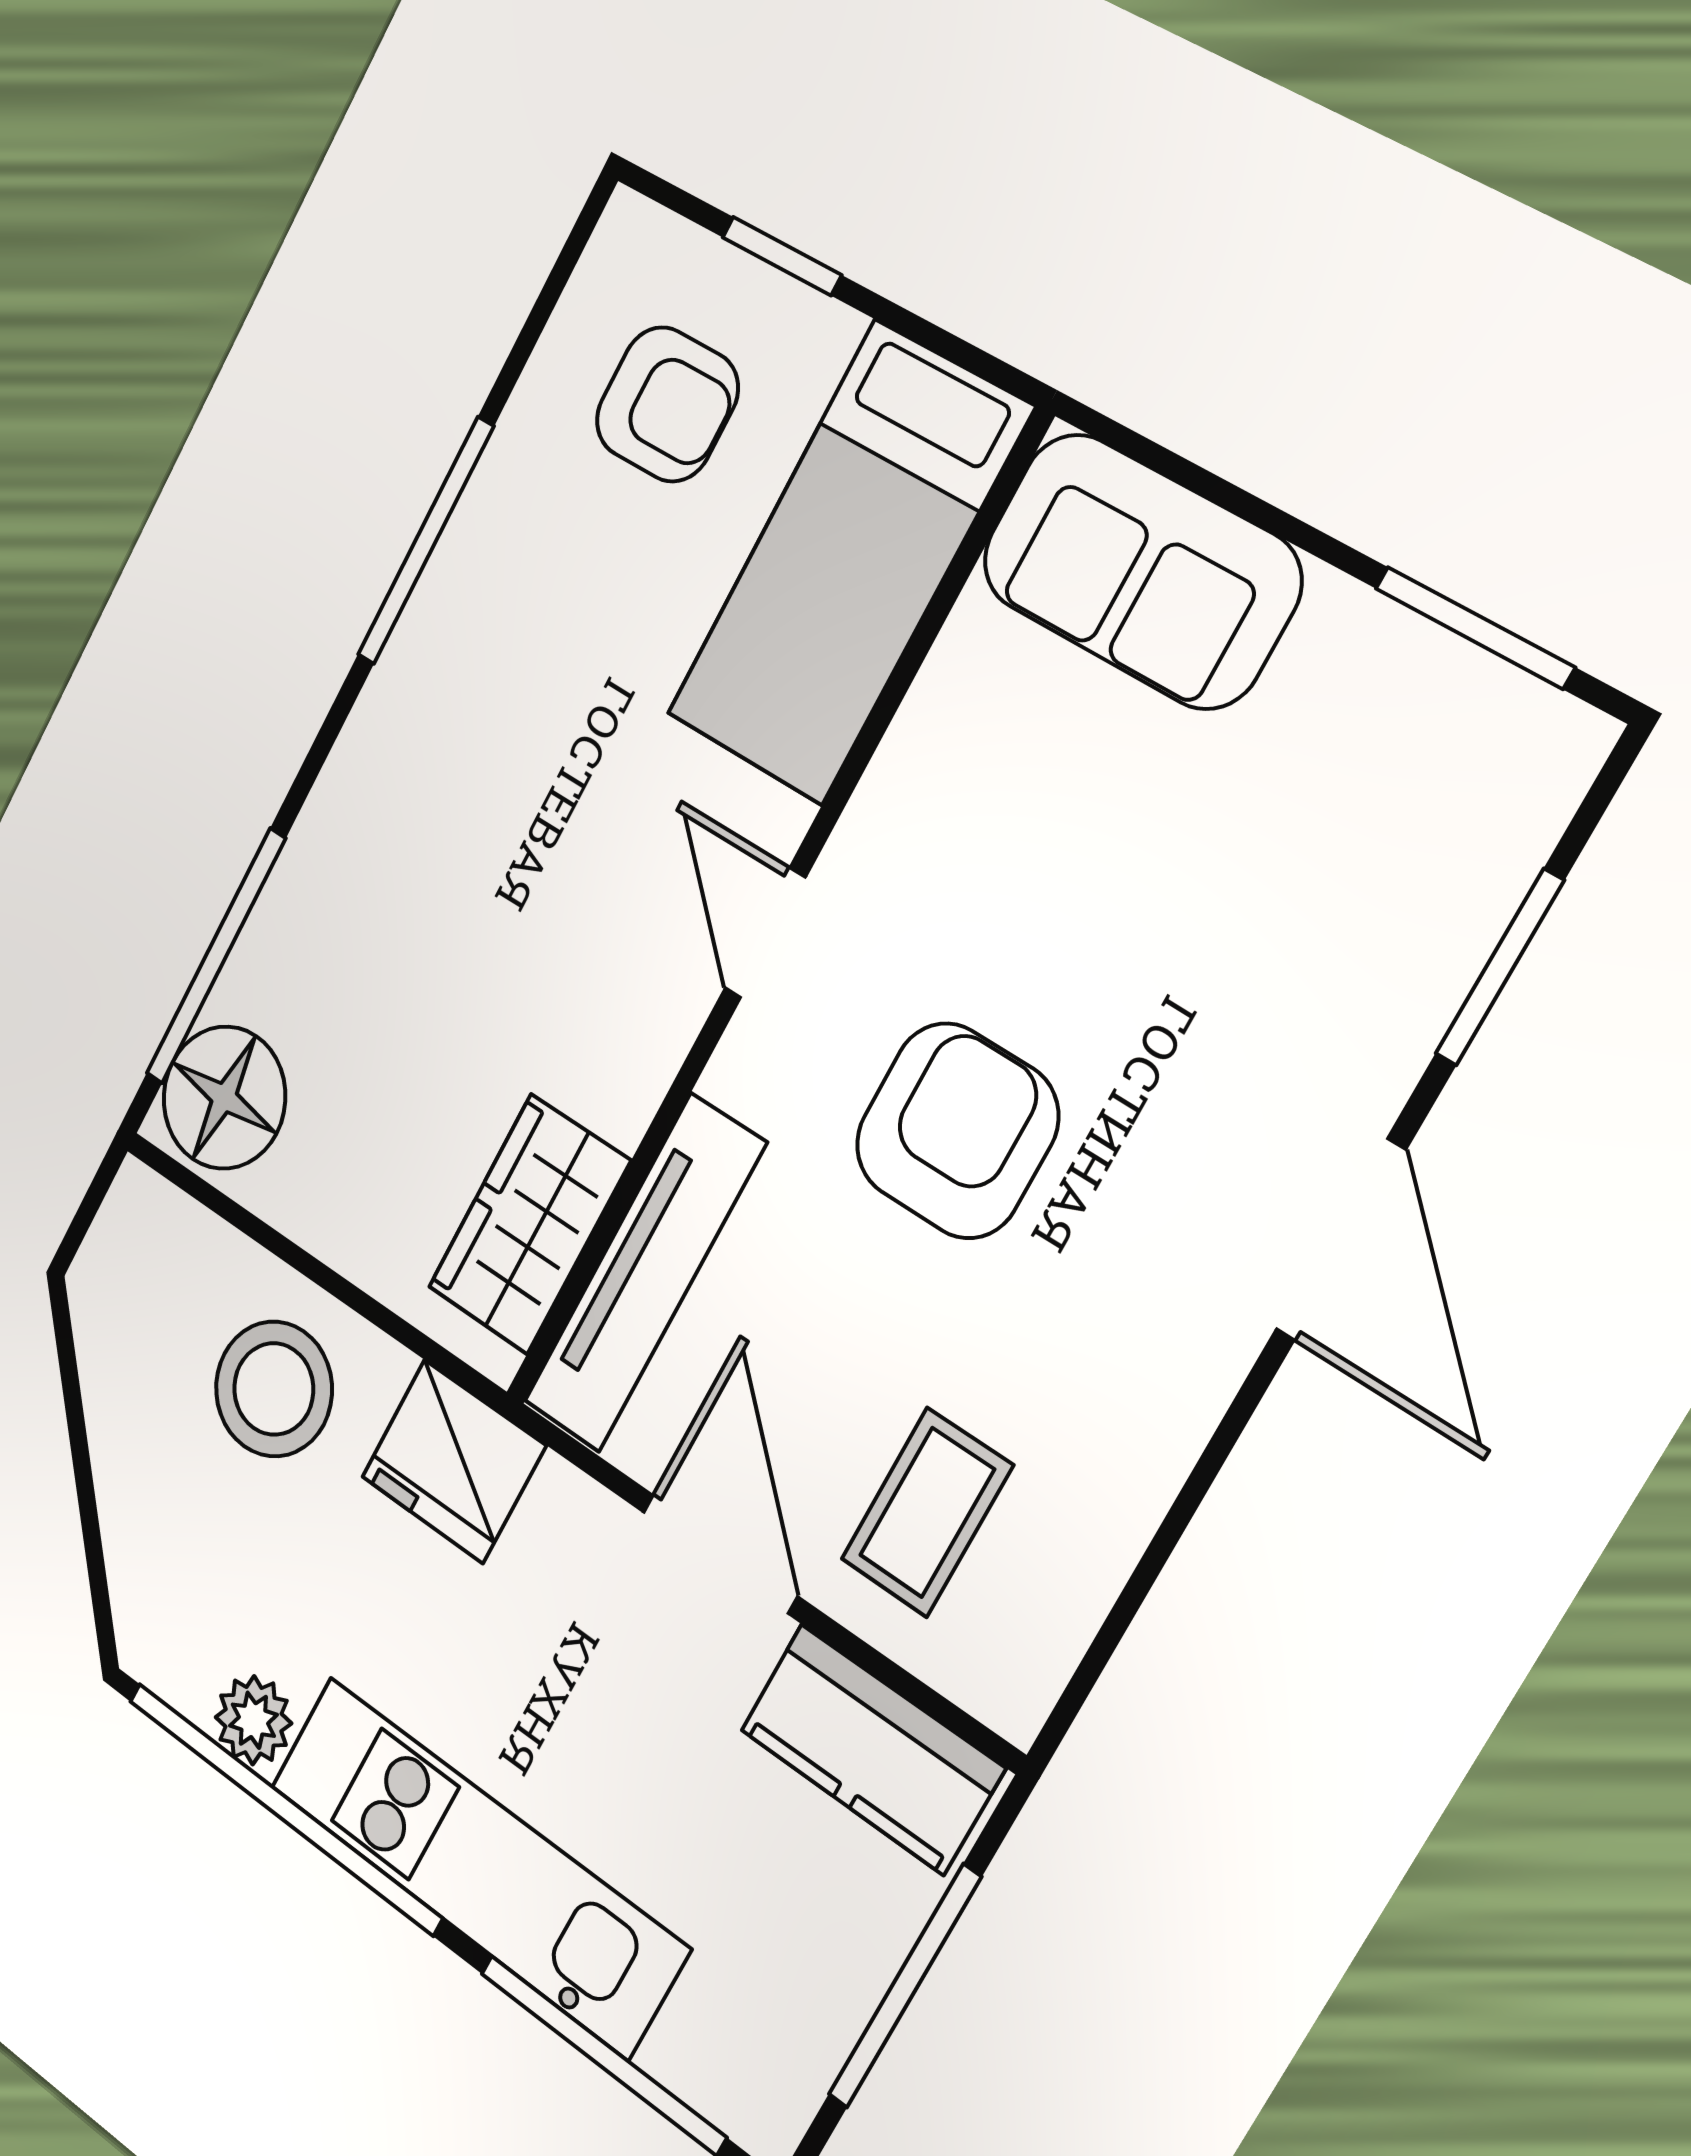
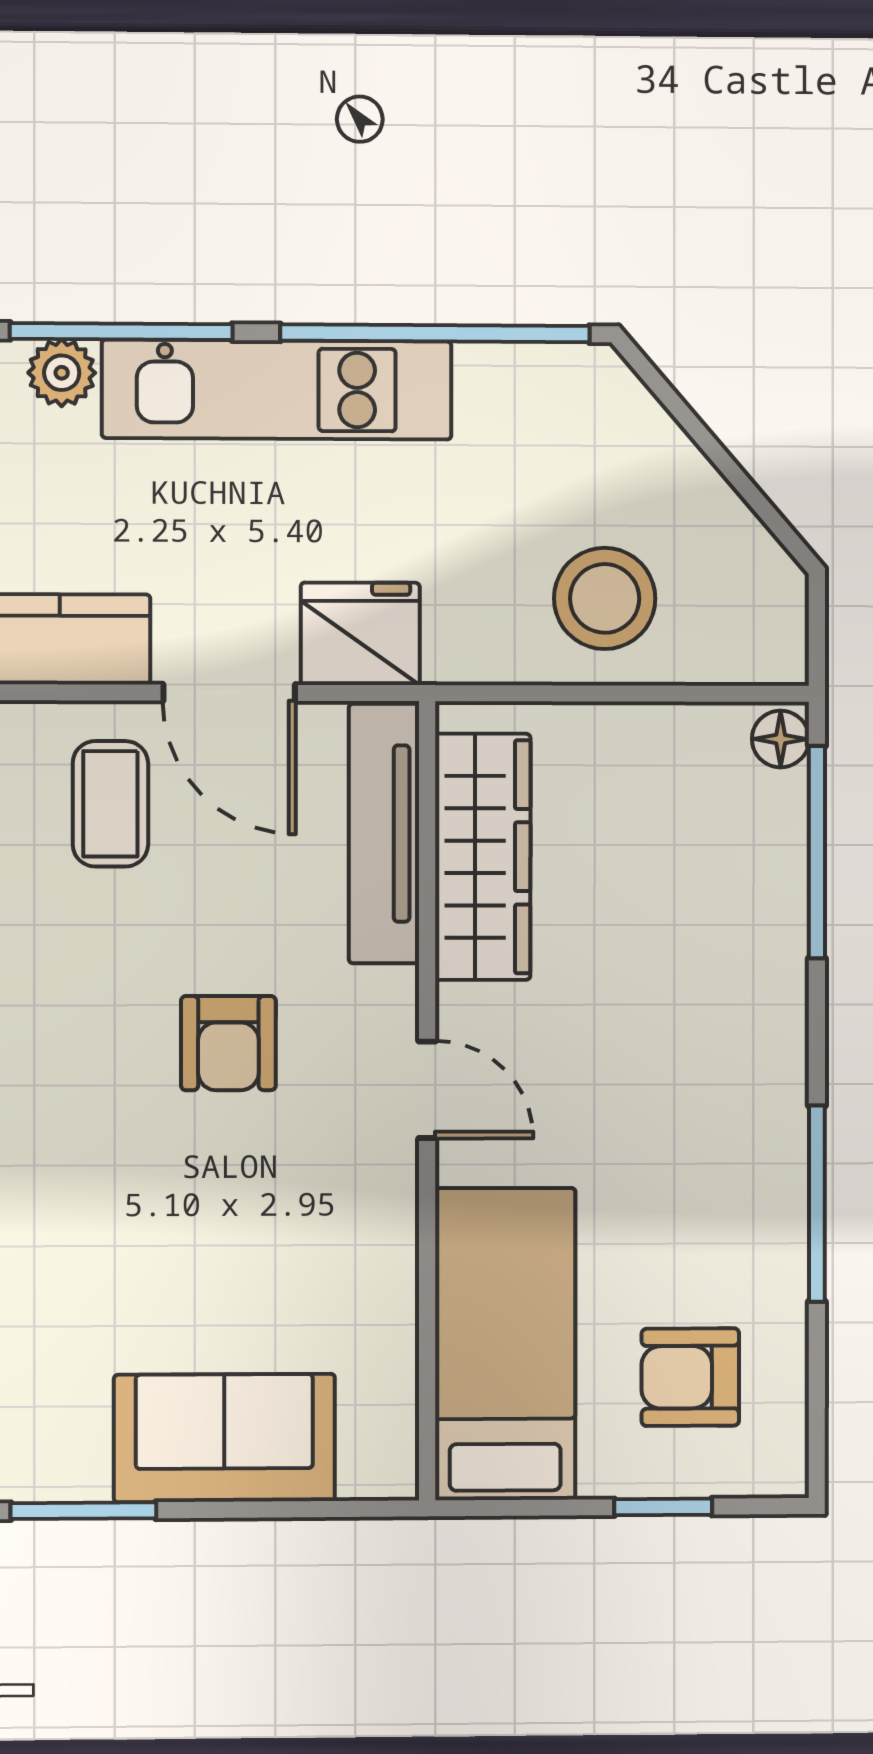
sofa: (1141, 571) -> (224, 1438), moved
floor lamp: (224, 1098) -> (781, 739), width x0.53, depth x0.53
armchair: (957, 1131) -> (228, 1043), width x0.72, depth x0.72
wardrobe: (529, 1224) -> (483, 857), width x1.50
fridge: (454, 1461) -> (360, 634), moved
plant: (253, 1720) -> (62, 373), moved

